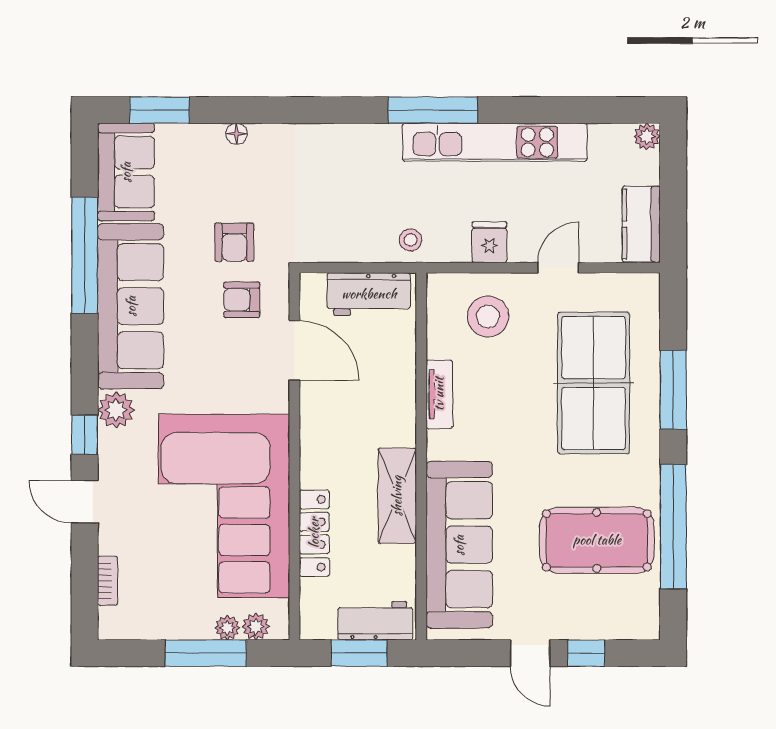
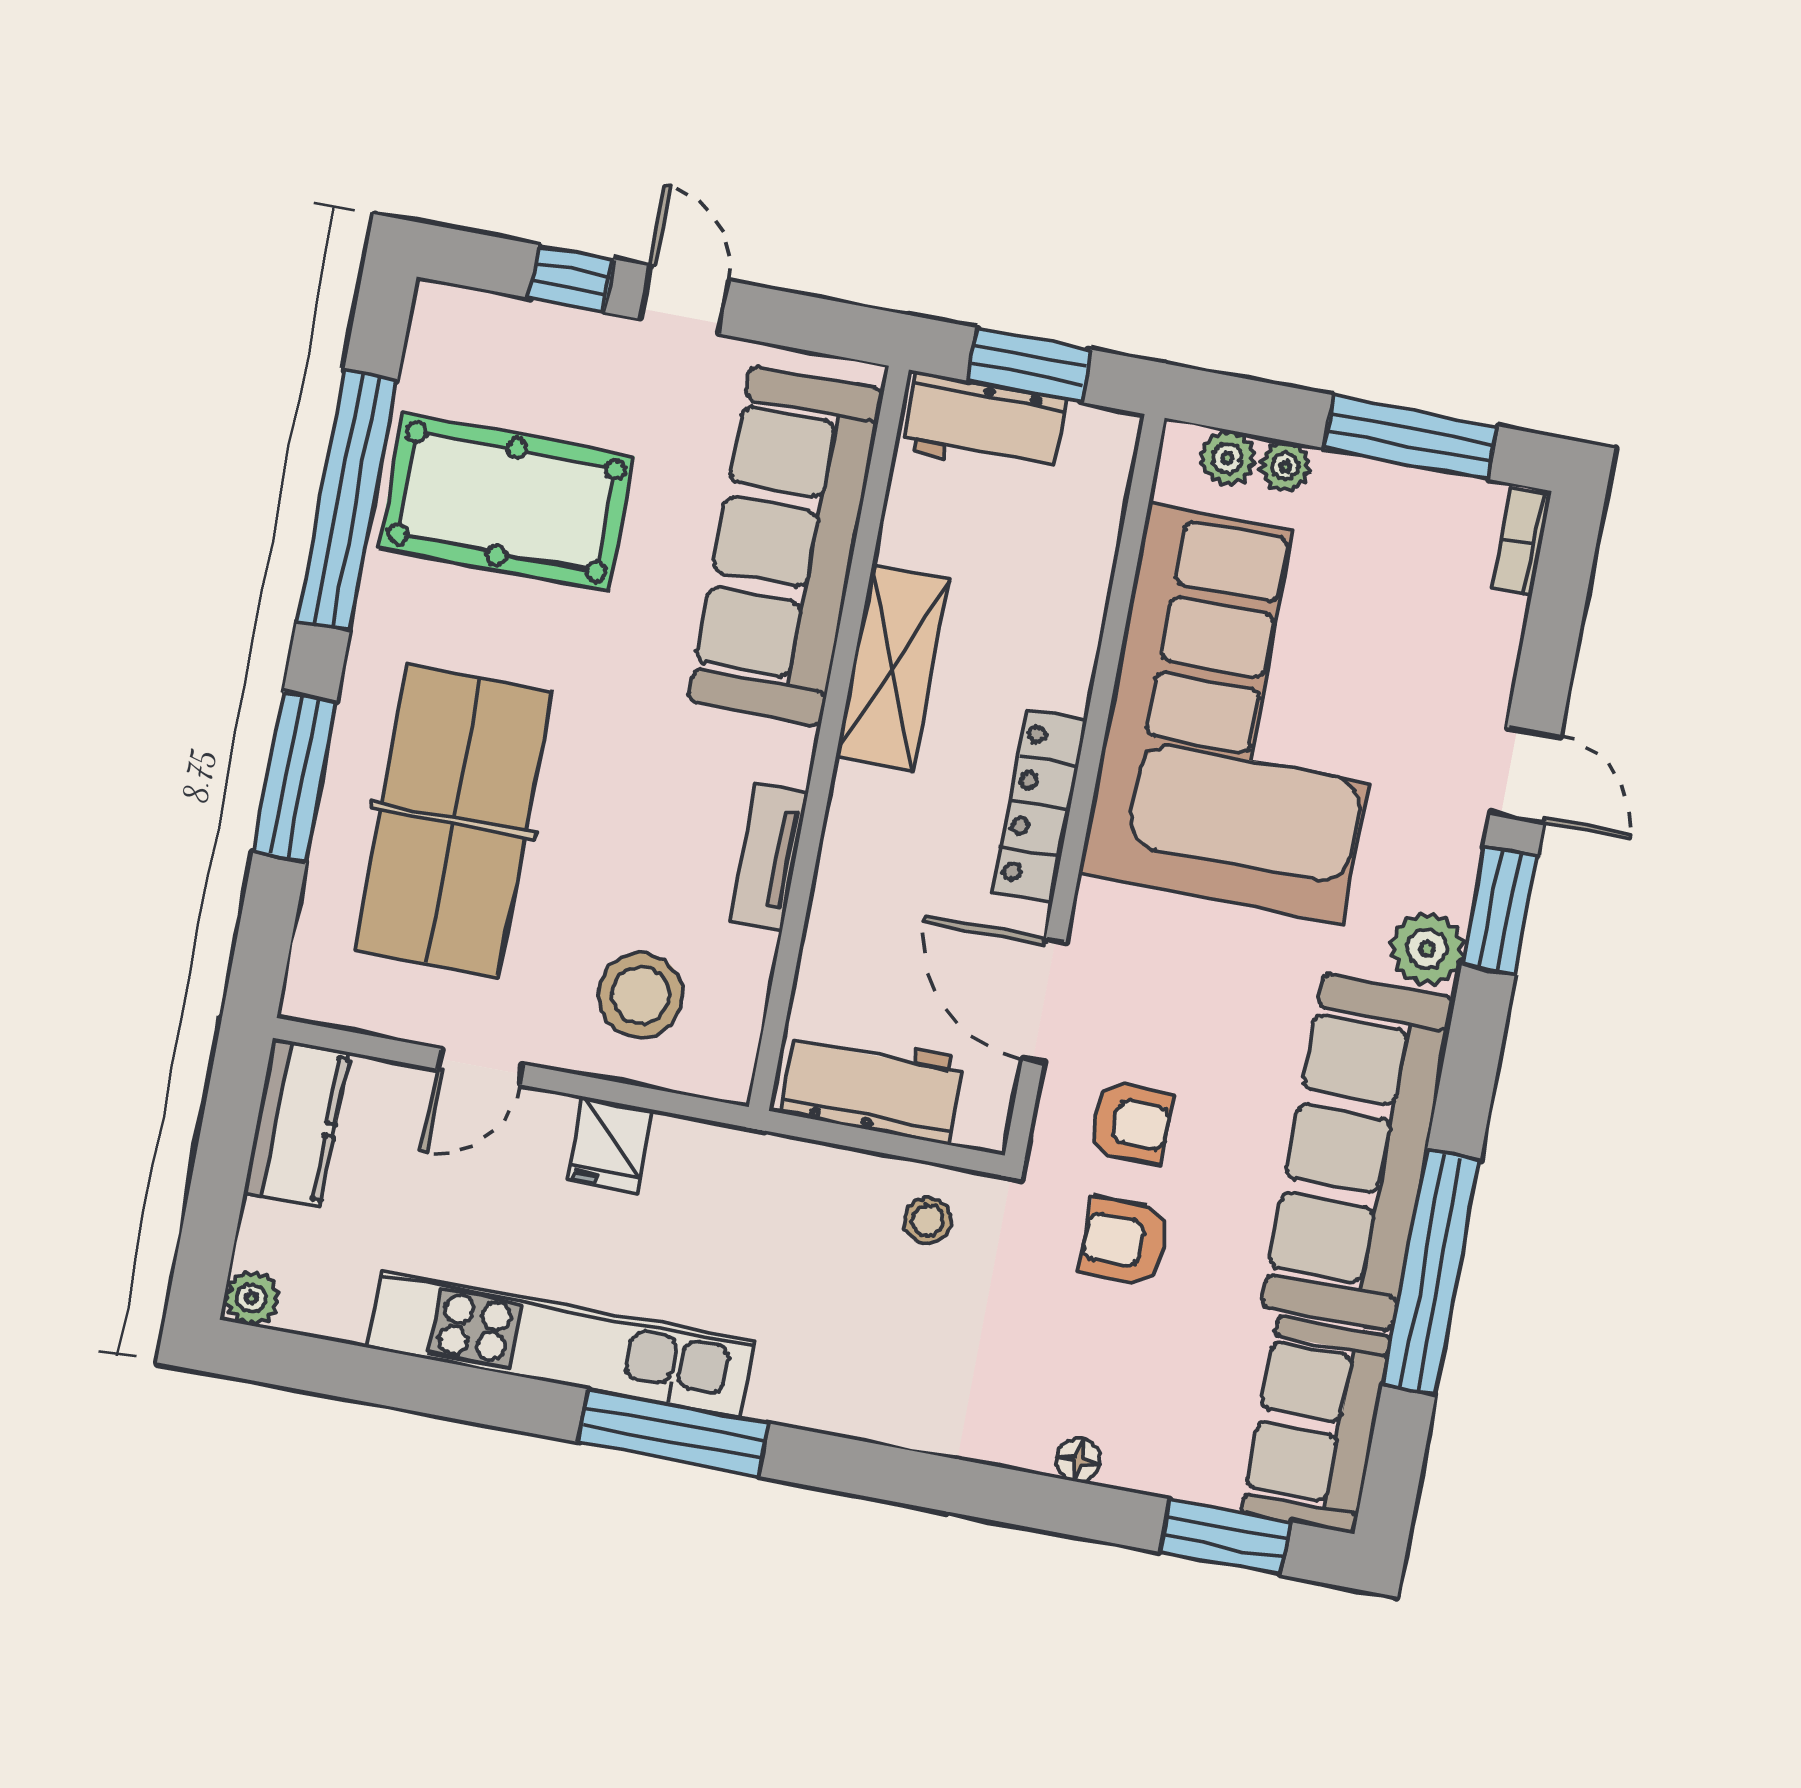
stool: (410, 240) -> (928, 1221), moved
armchair: (234, 242) -> (1124, 1242), turned -90
window: (85, 435) -> (1500, 910), width x1.50
locker: (314, 533) -> (1040, 806), moved
bookcase: (108, 581) -> (1521, 542), moved
window: (206, 653) -> (1411, 437), moved

